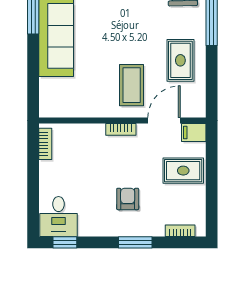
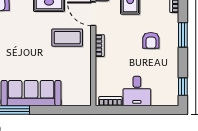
armchair: (128, 199) -> (151, 40), turned -90
desk: (58, 217) -> (137, 91), moved, turned 90

